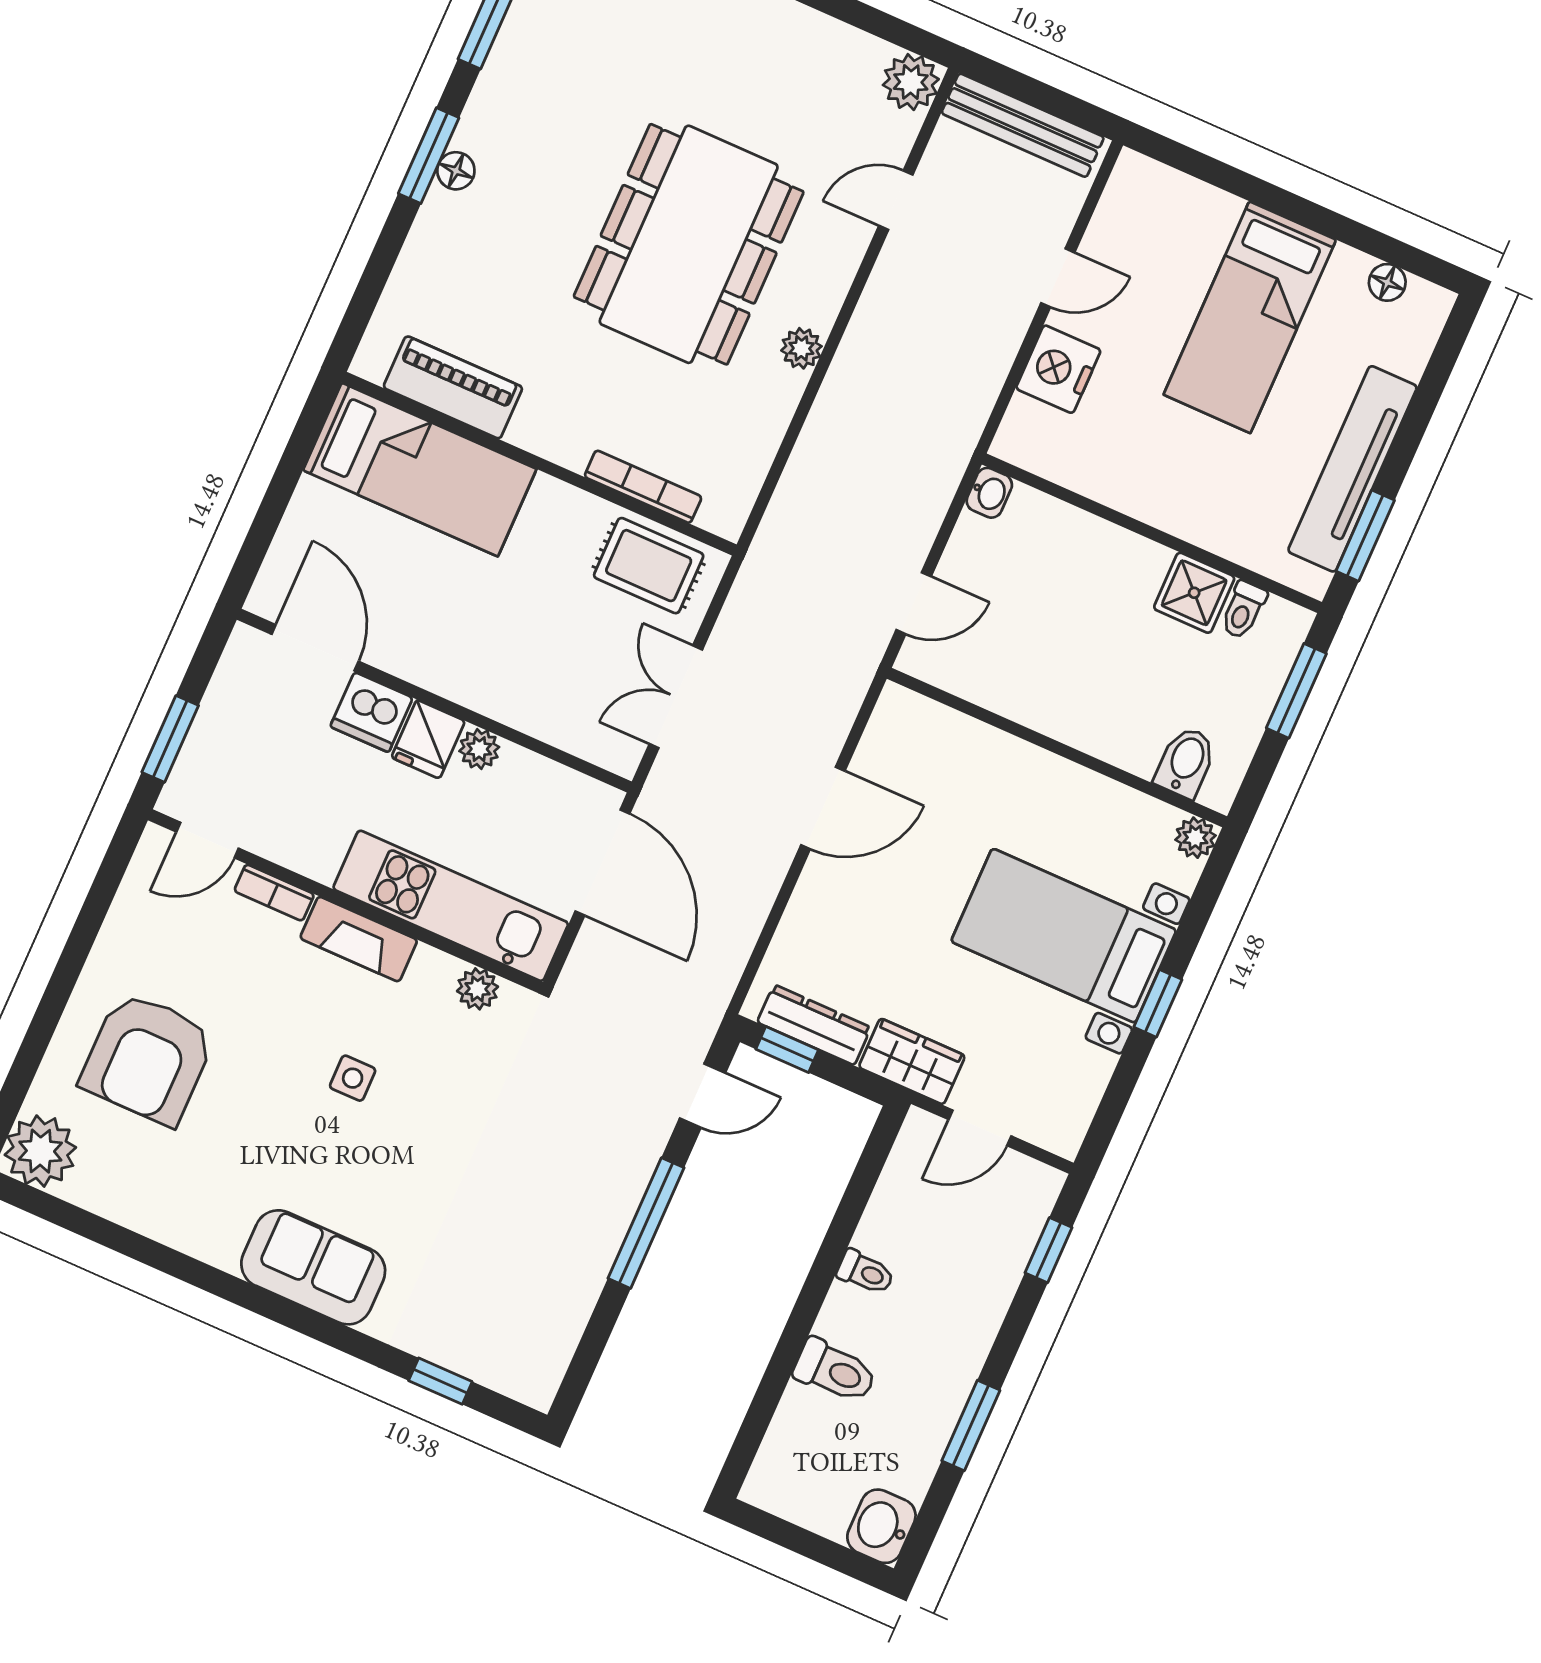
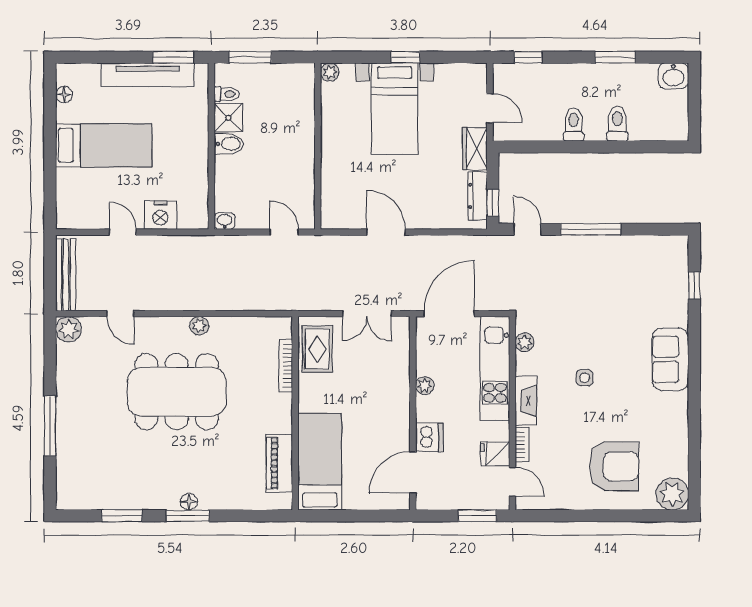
fridge: (428, 739) -> (495, 454), moved, turned 180
bidet: (1186, 762) -> (229, 144), moved, turned 180
toilet: (865, 1272) -> (574, 124), width x1.37, depth x1.39

